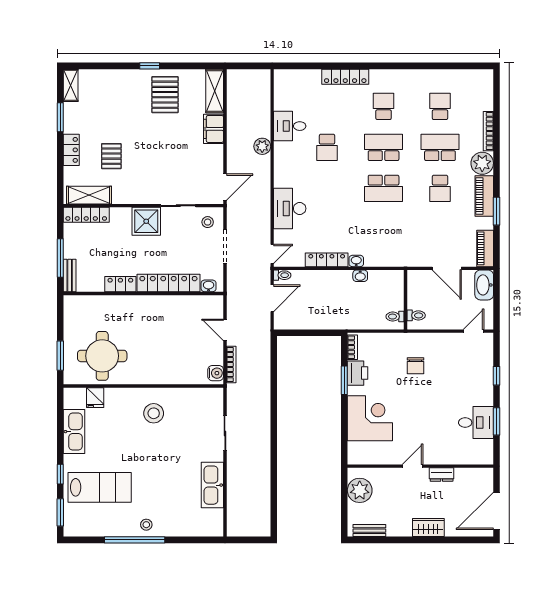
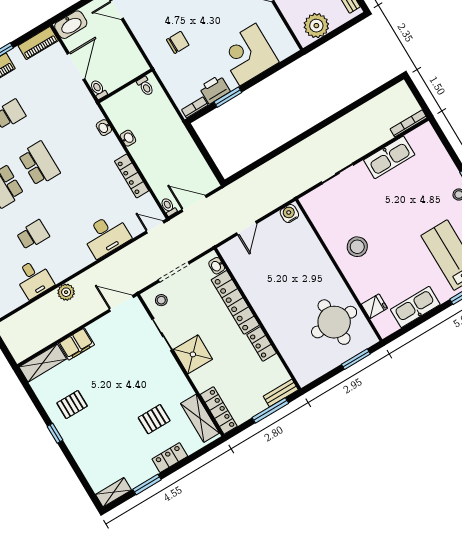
pallet: (165, 95) -> (72, 405), width x0.67, depth x0.71
washbasin: (356, 261) -> (104, 128), moved
toilet: (416, 315) -> (98, 89), moved
bookcase: (231, 365) -> (409, 123), moved

